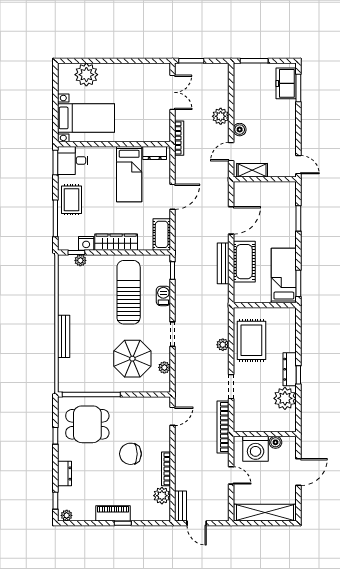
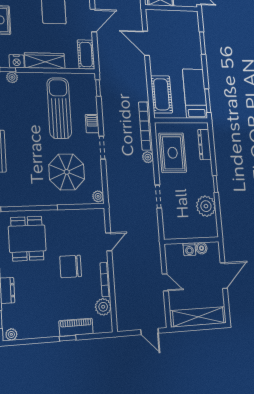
door: (231, 220) -> (146, 43), swing flipped
cot: (244, 262) -> (161, 94), moved
bench: (223, 263) -> (142, 82), removed
barbecue: (163, 296) -> (92, 124), moved
plant: (164, 367) -> (98, 196), moved
dresser: (290, 369) -> (204, 145), moved
door: (173, 416) -> (109, 242), moved
dining table: (87, 424) -> (27, 239), turned 90
bookcase: (223, 427) -> (146, 126), moved
washing machine: (256, 449) -> (189, 249), width x0.53, depth x0.53
bench: (180, 506) -> (121, 316), removed
piano: (113, 513) -> (76, 327), moved
door: (197, 523) -> (150, 331), moved

